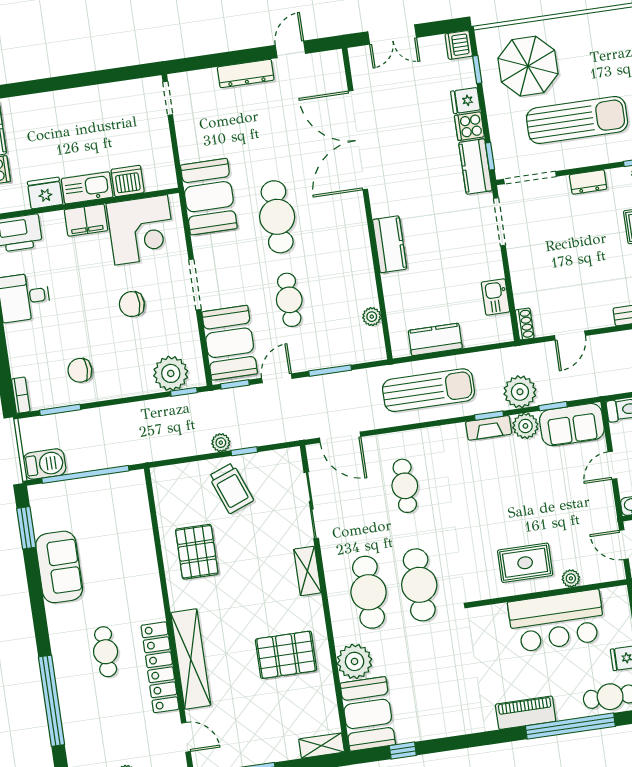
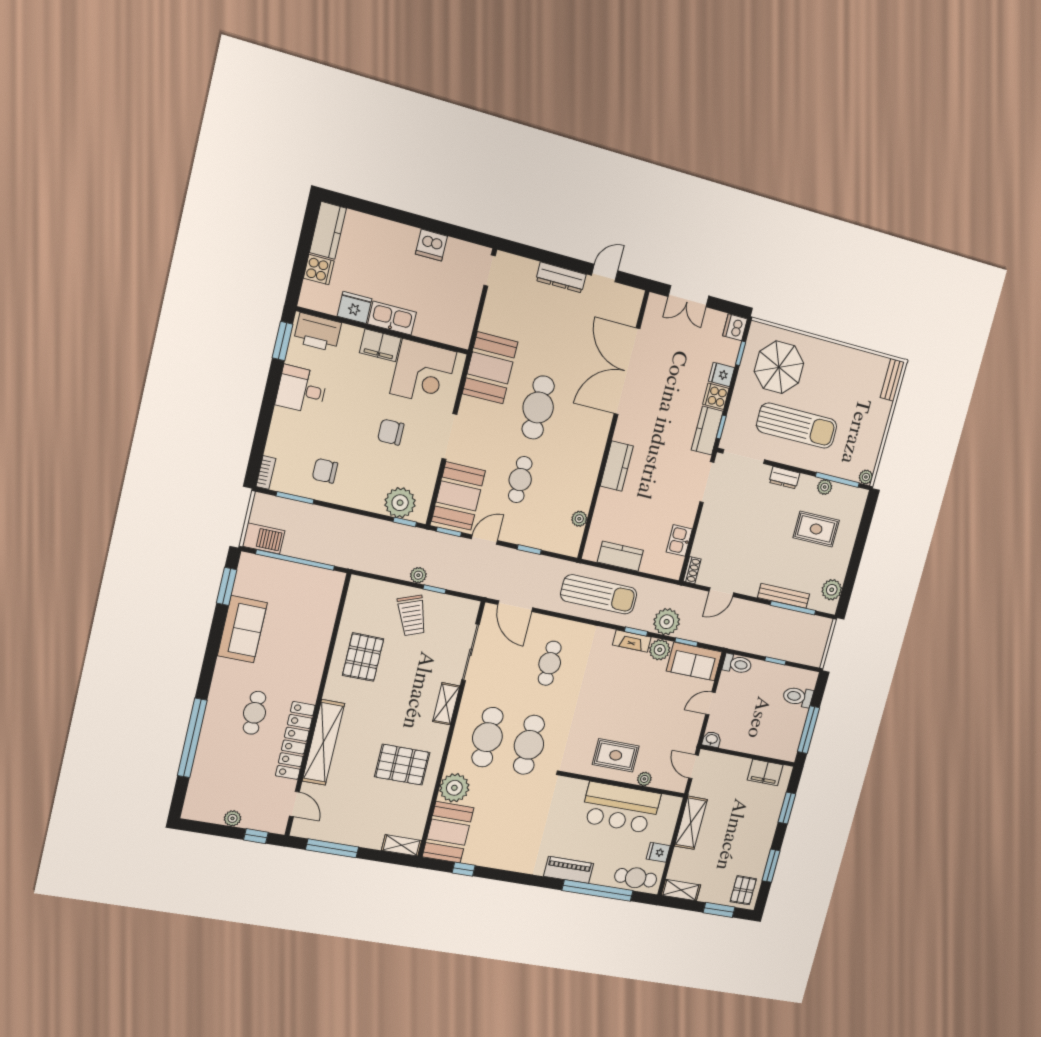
dishwasher: (128, 181) -> (431, 245), moved, turned 180
window: (330, 371) -> (529, 550), width x0.67

